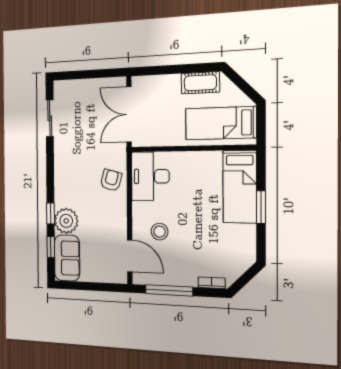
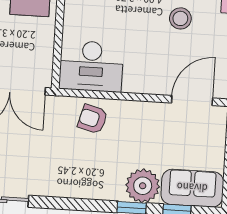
stool: (160, 232) -> (180, 18), moved

